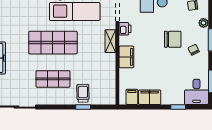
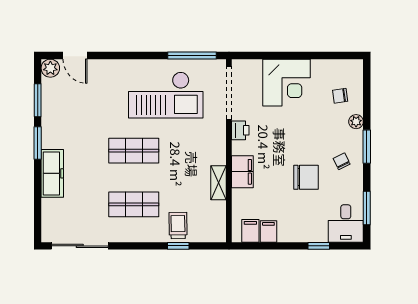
chair: (173, 39) -> (306, 177), moved
shelving: (110, 41) -> (219, 183), moved
shop shelf: (53, 43) -> (134, 151), width x0.70, depth x0.74
filing cabinet: (150, 97) -> (268, 231), width x0.50

